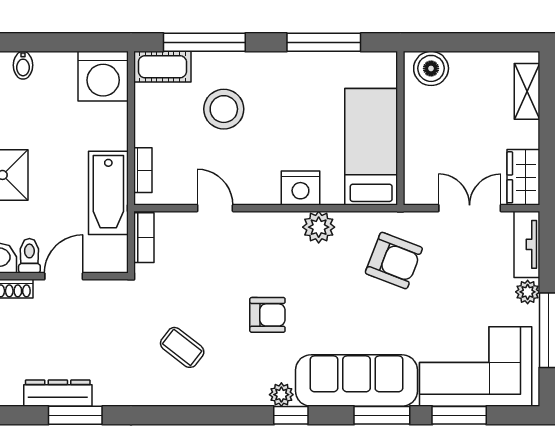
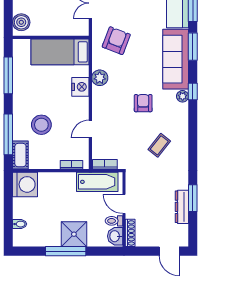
bathtub: (108, 193) -> (97, 182), moved

